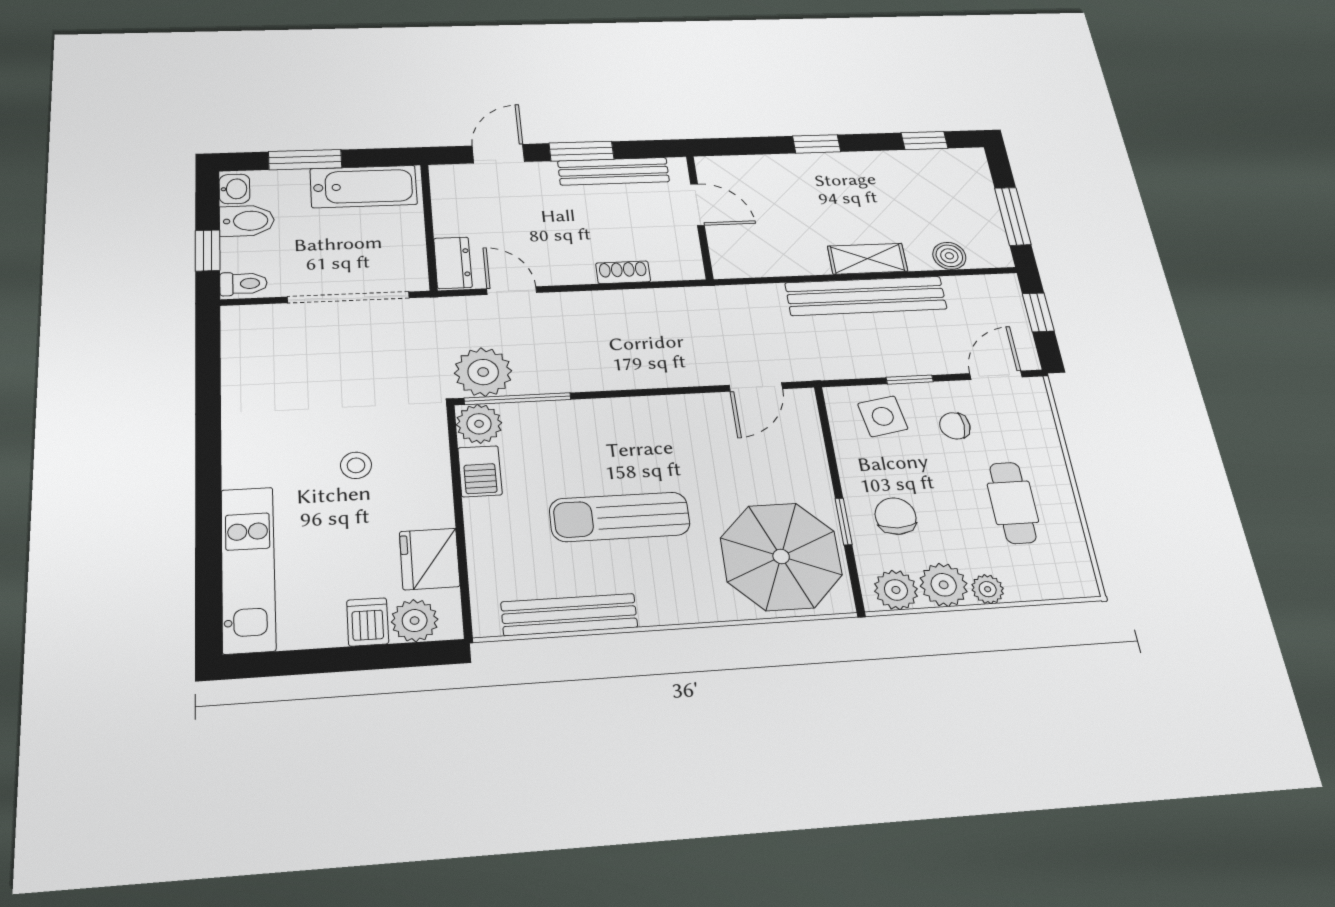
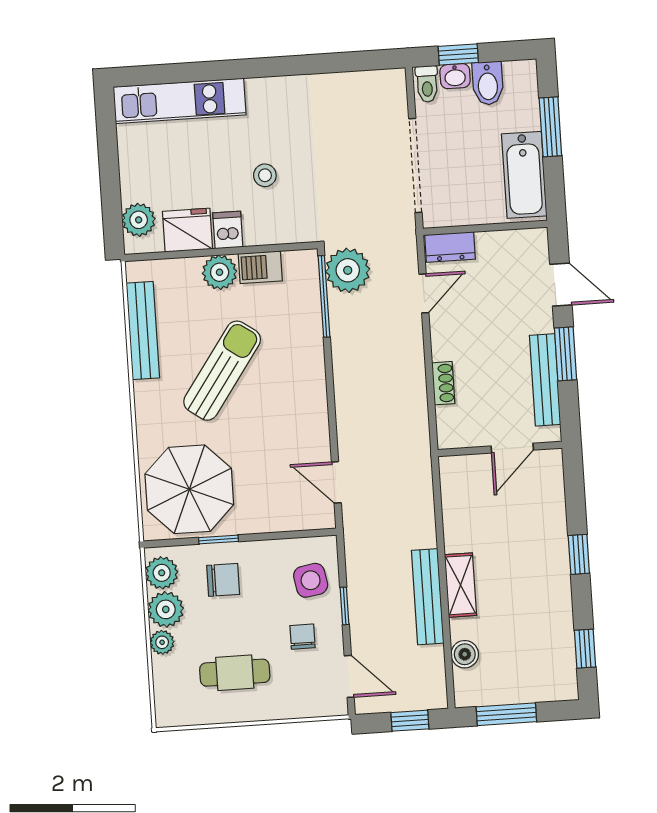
washbasin: (234, 189) -> (455, 76), moved
bench: (866, 296) -> (428, 597), width x0.73, depth x0.82
plant: (479, 424) -> (220, 272), moved
sun lounger: (620, 517) -> (222, 371), turned 35
dishwasher: (368, 622) -> (228, 230), moved, turned -90

